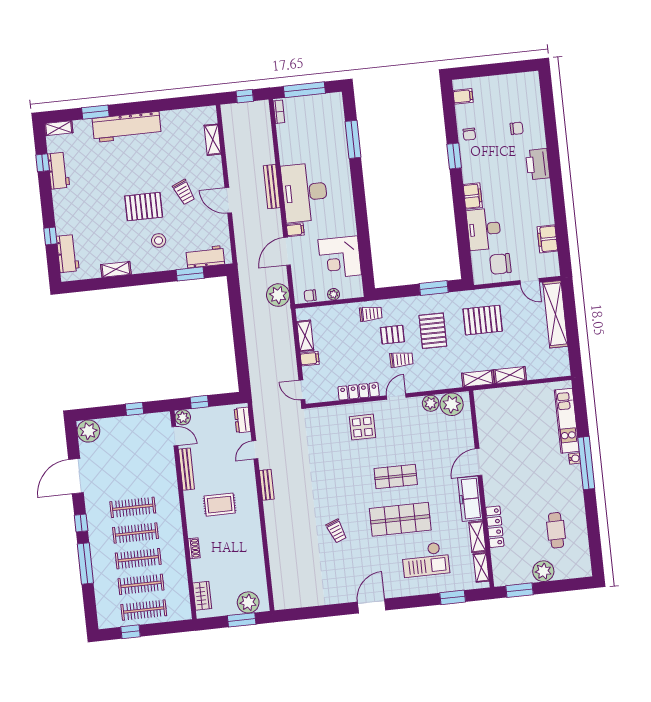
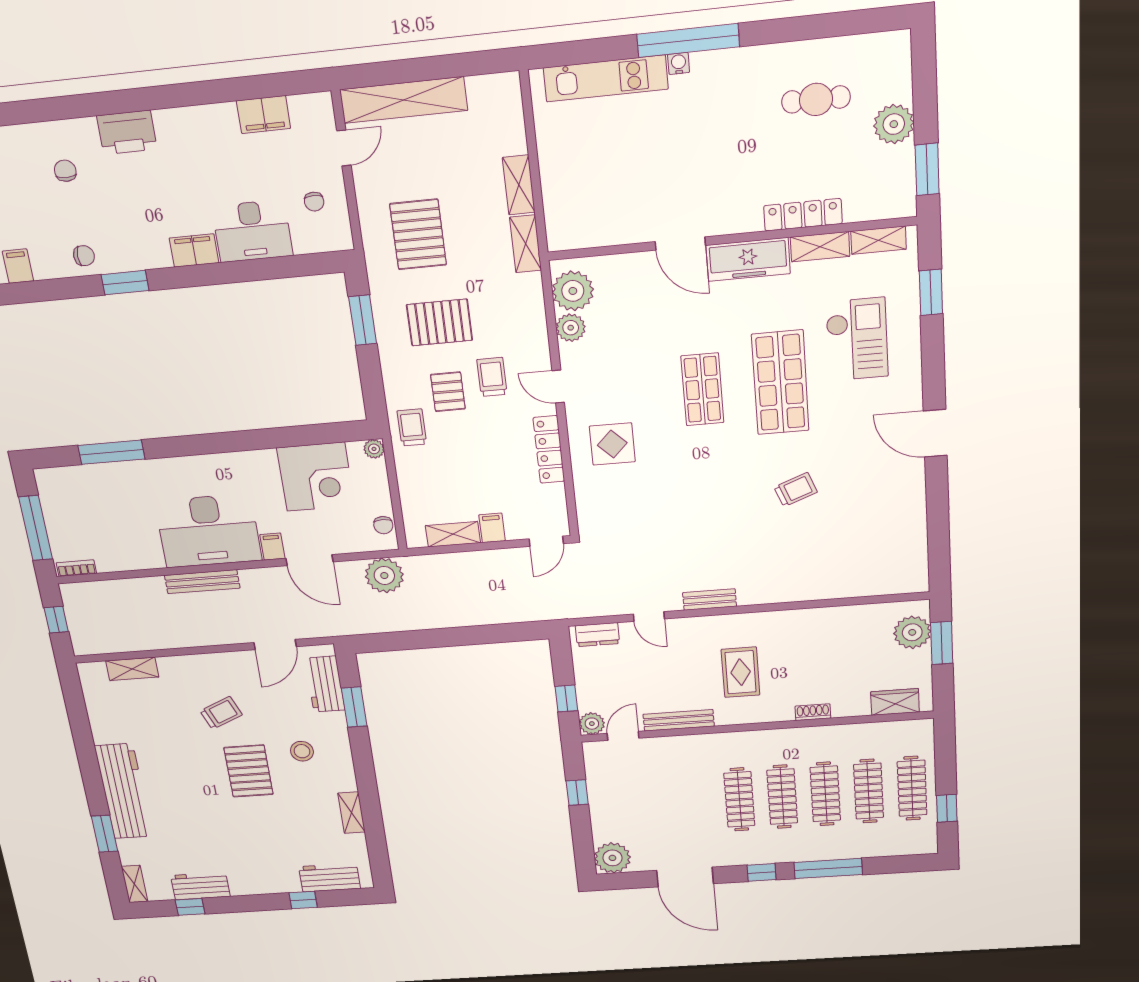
door: (228, 200) -> (275, 645), moved
chair: (500, 264) -> (314, 202), width x0.54, depth x0.54
plant: (334, 294) -> (374, 449), moved

